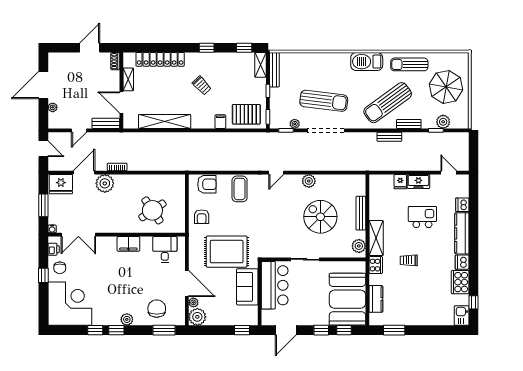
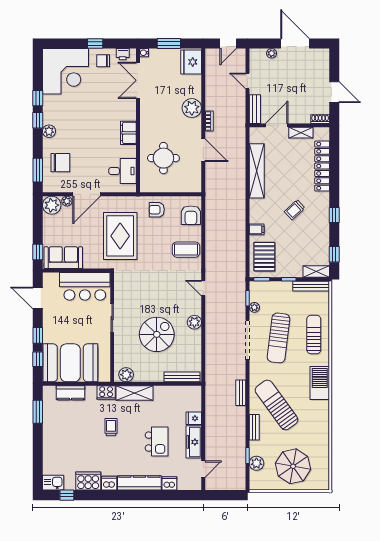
sun lounger: (409, 64) -> (314, 334), moved
bench: (389, 137) -> (241, 393), moved
door: (84, 173) -> (203, 150), moved
freezer: (418, 181) -> (194, 442), width x1.40
round table: (152, 210) -> (163, 158), turned 34
bench: (361, 213) -> (182, 377), moved
sofa: (247, 287) -> (63, 258), moved

